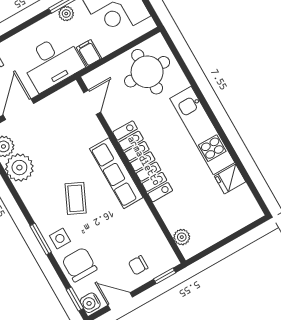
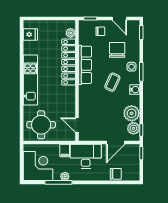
door: (92, 102) -> (77, 125), hinge flipped
locker: (143, 161) -> (69, 62), moved
row of seats: (116, 173) -> (85, 65), moved
fridge: (230, 179) -> (30, 34), moved
chair: (79, 265) -> (117, 50), moved, turned 180
water cooler: (90, 303) -> (135, 90), moved

